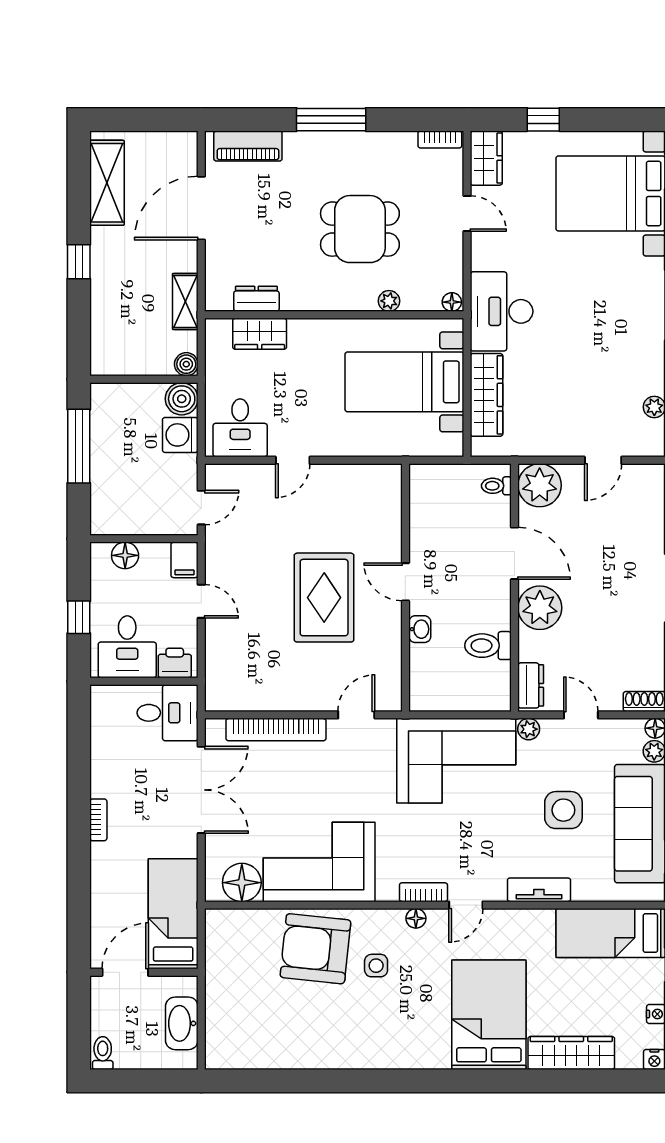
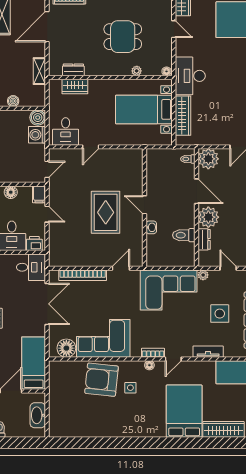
boiler: (186, 364) -> (13, 101), moved
dresser: (531, 685) -> (204, 239), moved

